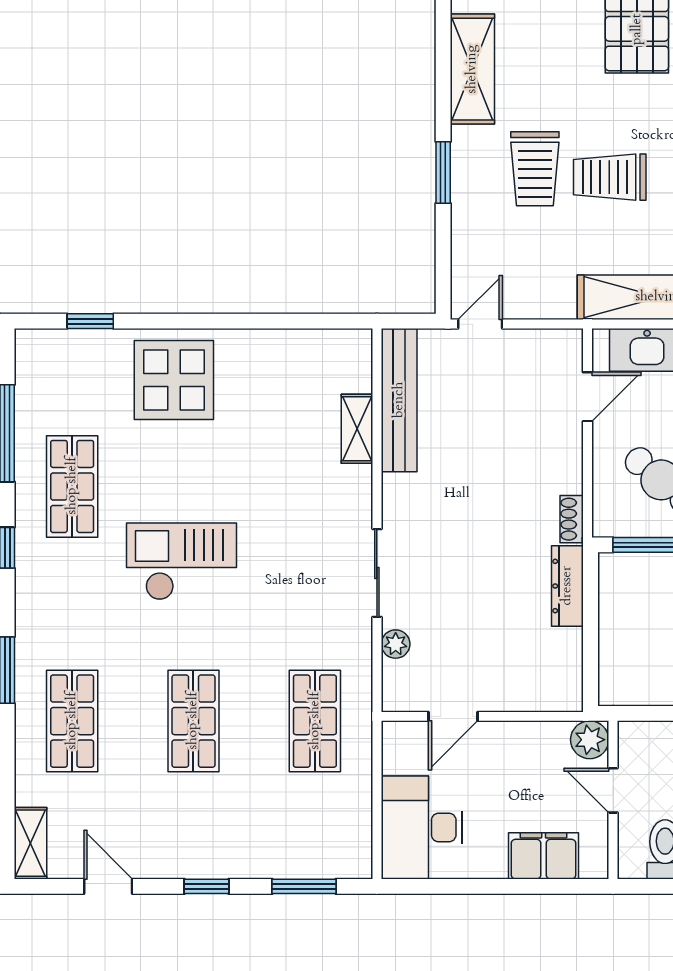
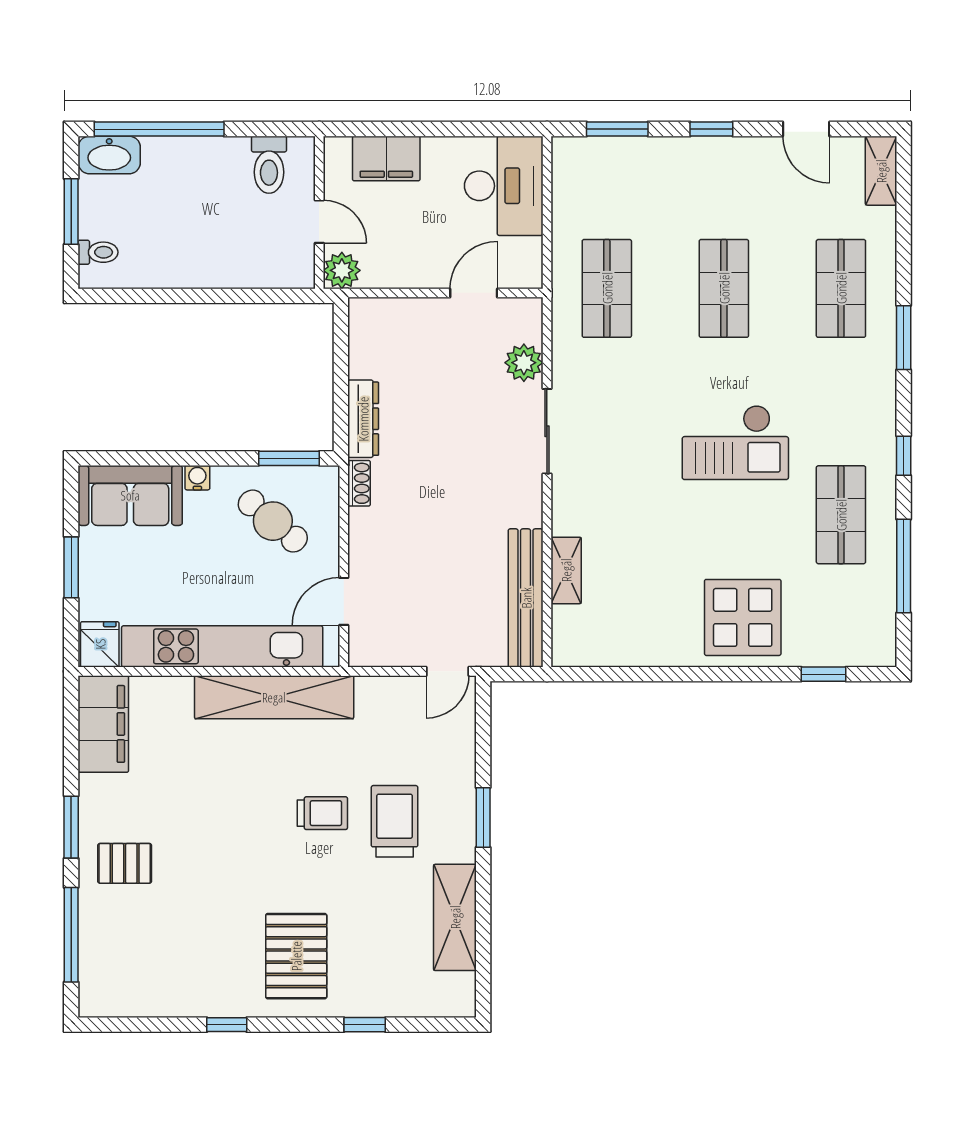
trolley: (610, 177) -> (322, 813), width x0.73, depth x0.72
plant: (396, 644) -> (524, 363), width x1.38, depth x1.38

